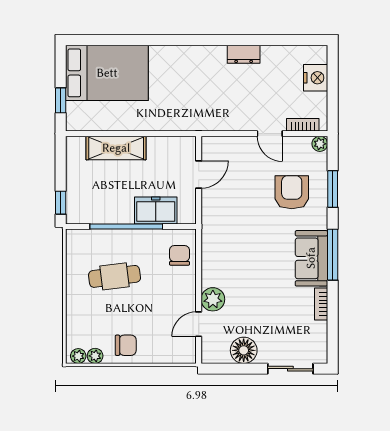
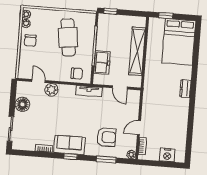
dresser: (244, 54) -> (185, 89), moved
shelving: (116, 148) -> (137, 51), width x1.47
tv unit: (210, 230) -> (89, 91), added
window: (333, 255) -> (71, 157), width x0.46
cafe table: (115, 276) -> (68, 37), width x1.37, depth x1.35

